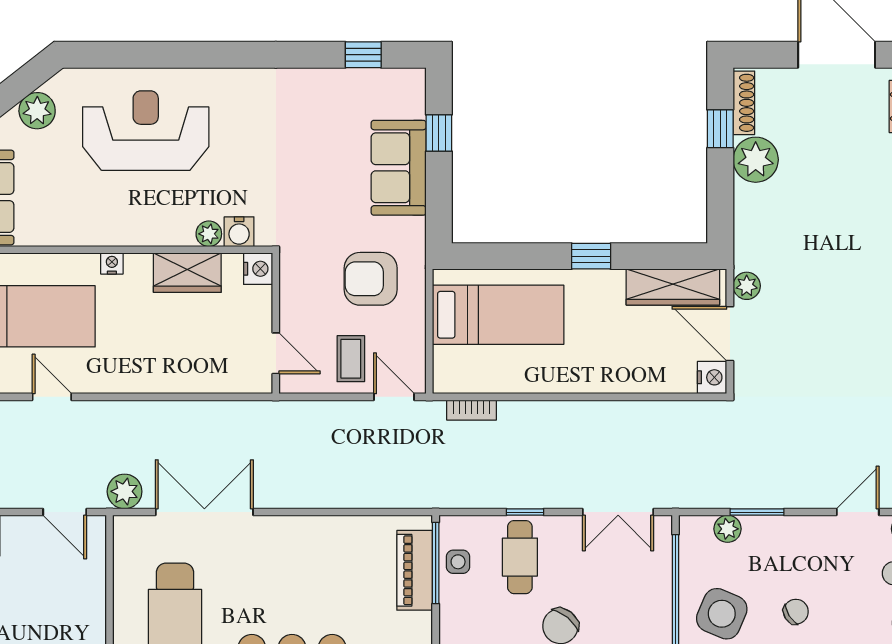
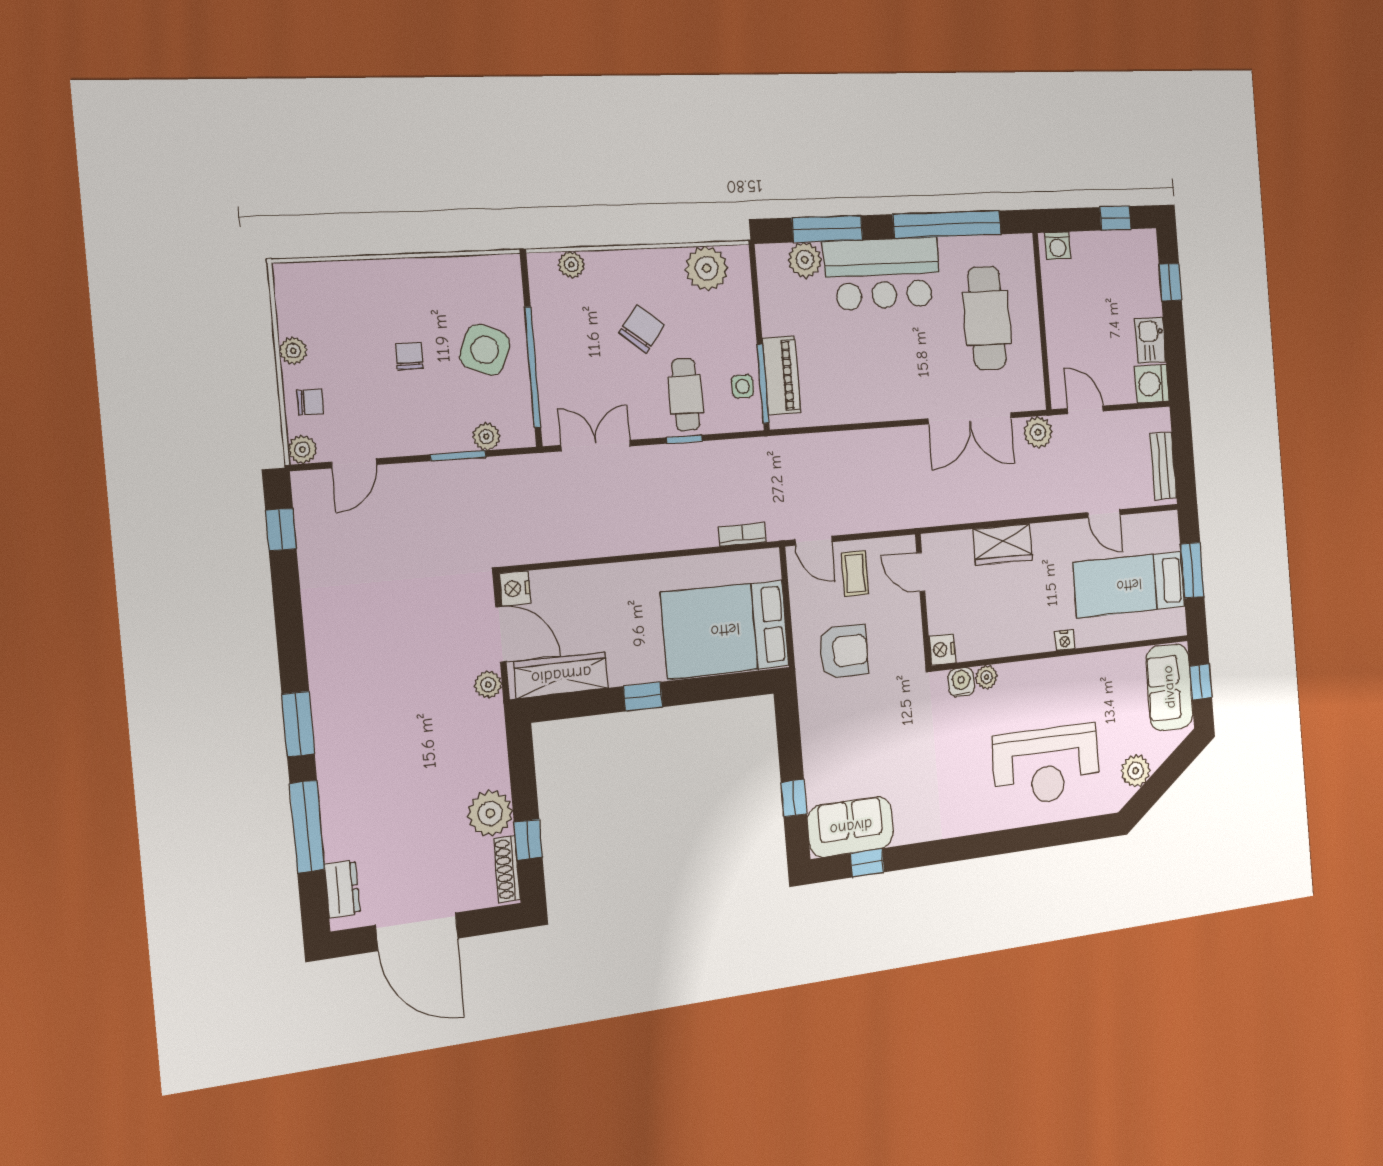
sofa: (399, 168) -> (851, 827), moved, turned -90
wardrobe: (187, 273) -> (1003, 544), moved, turned 180
bed: (498, 315) -> (725, 630), width x1.50
chair: (796, 612) -> (409, 356), turned 122

